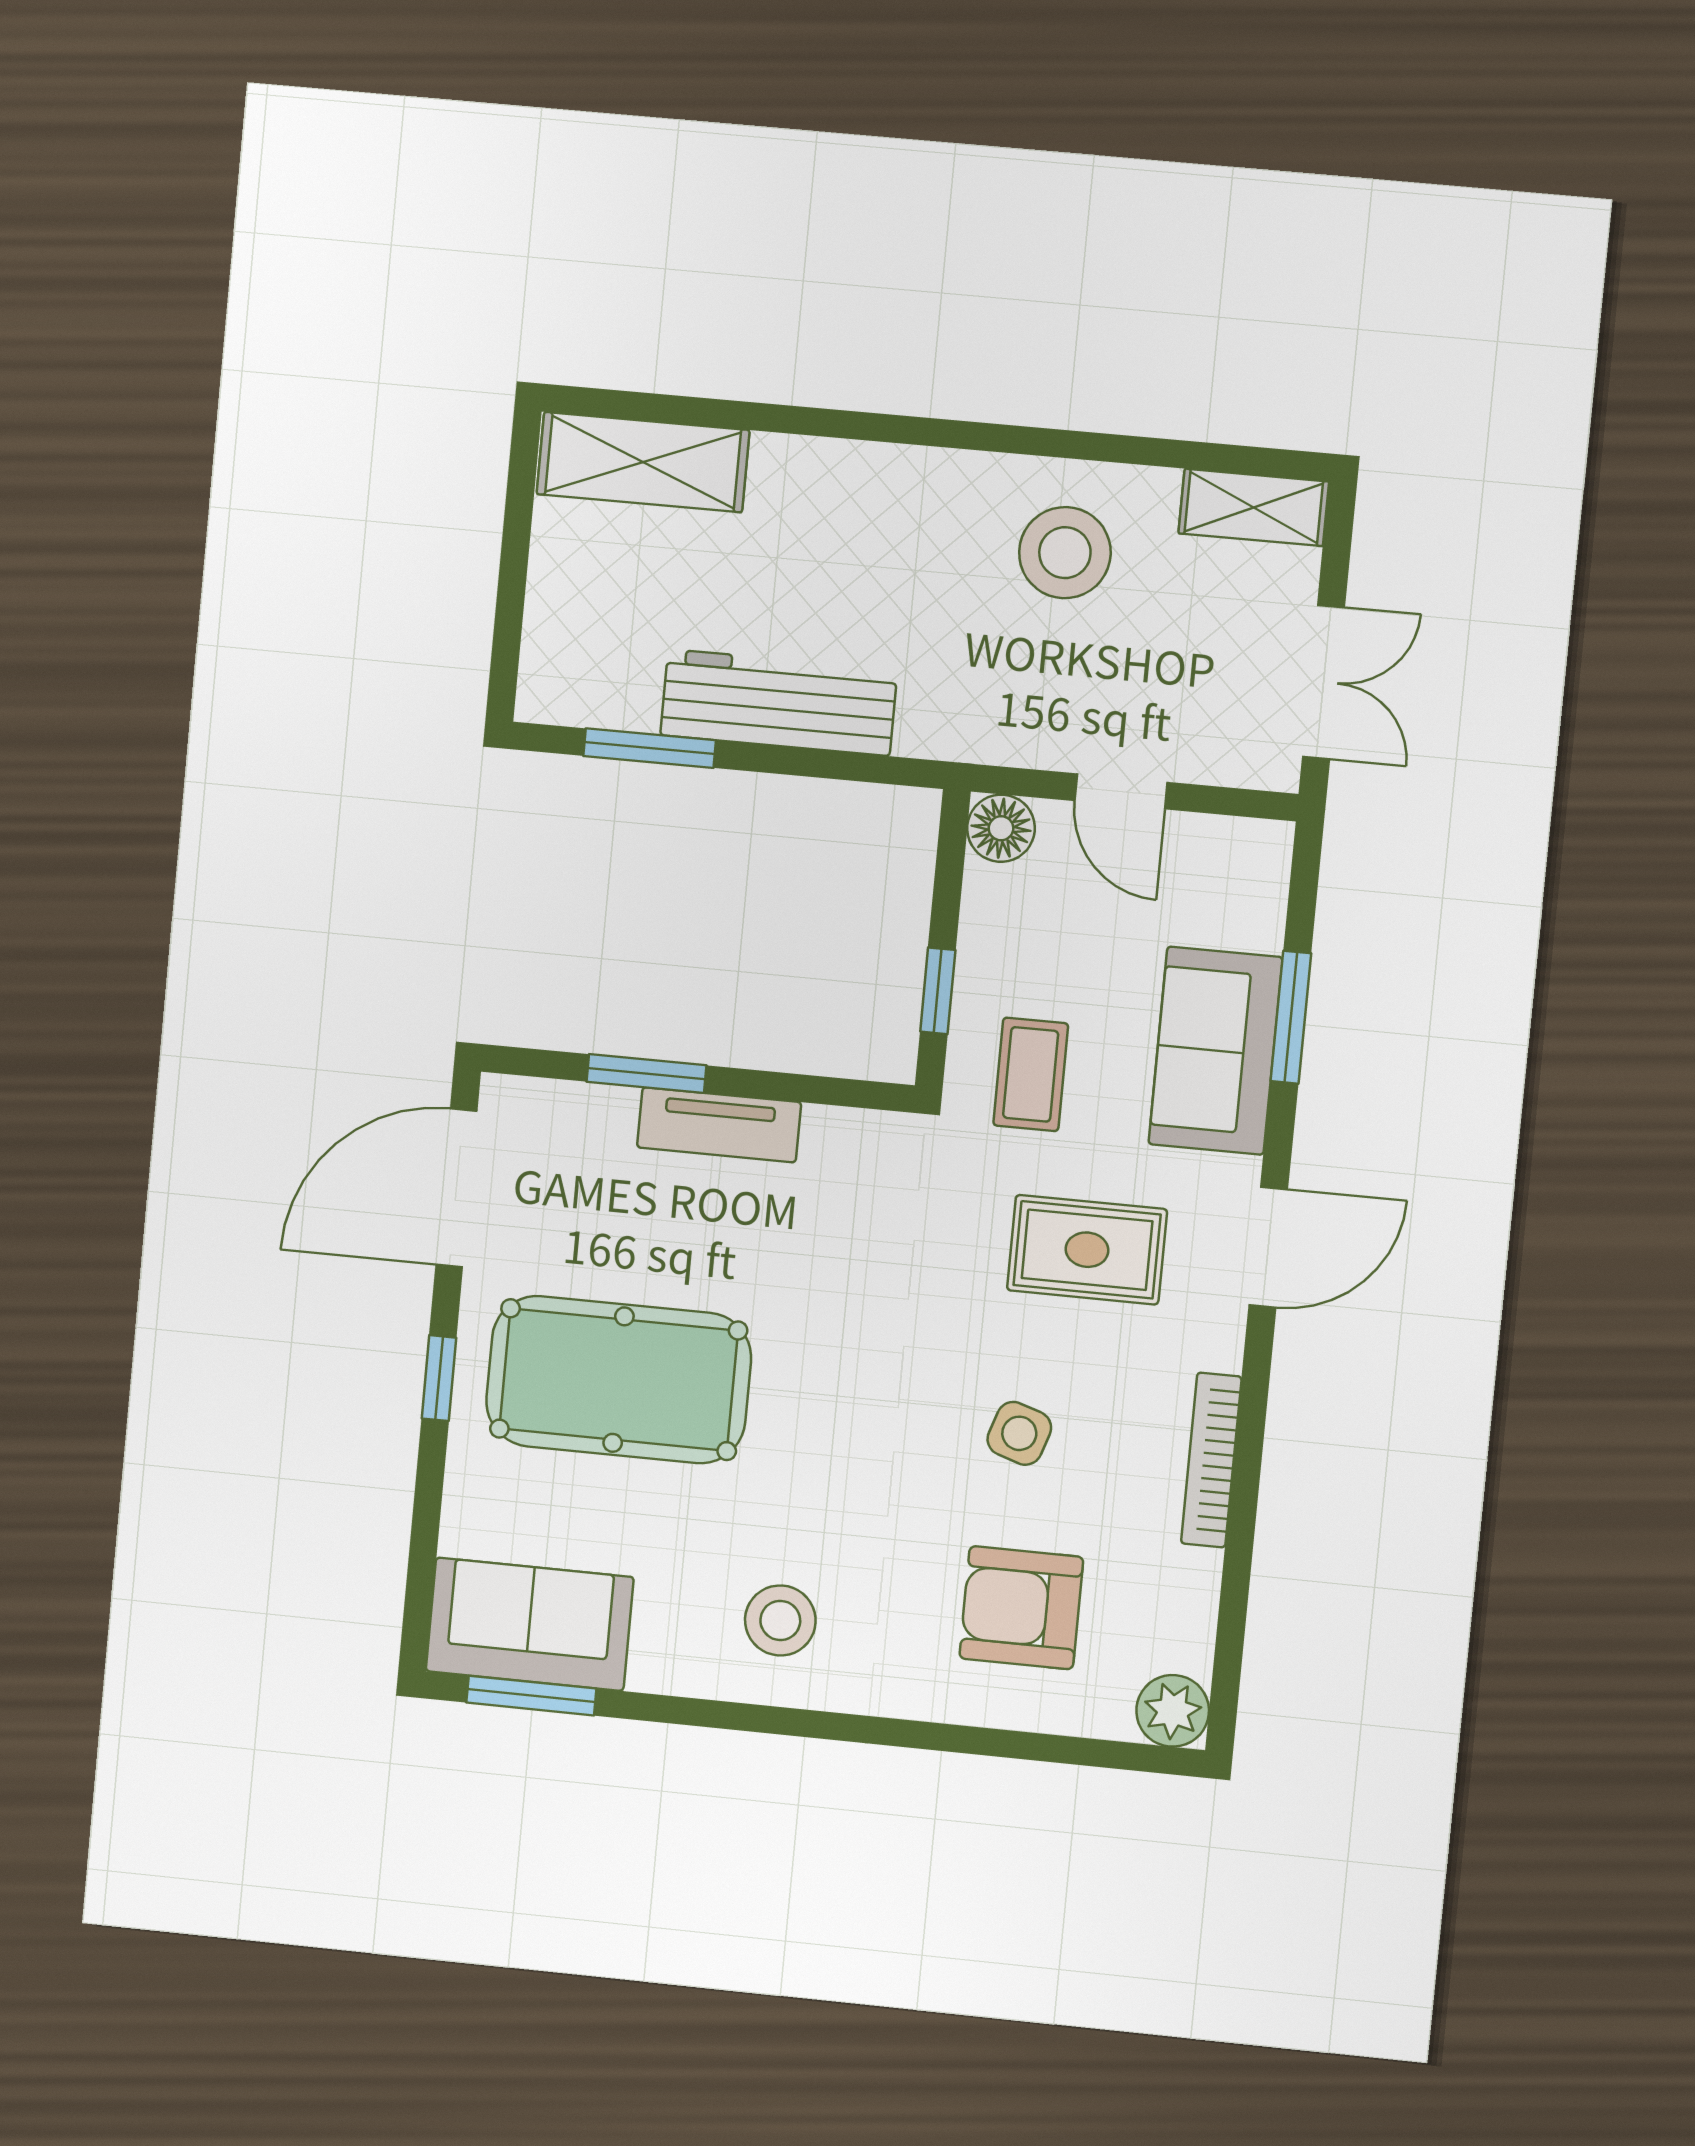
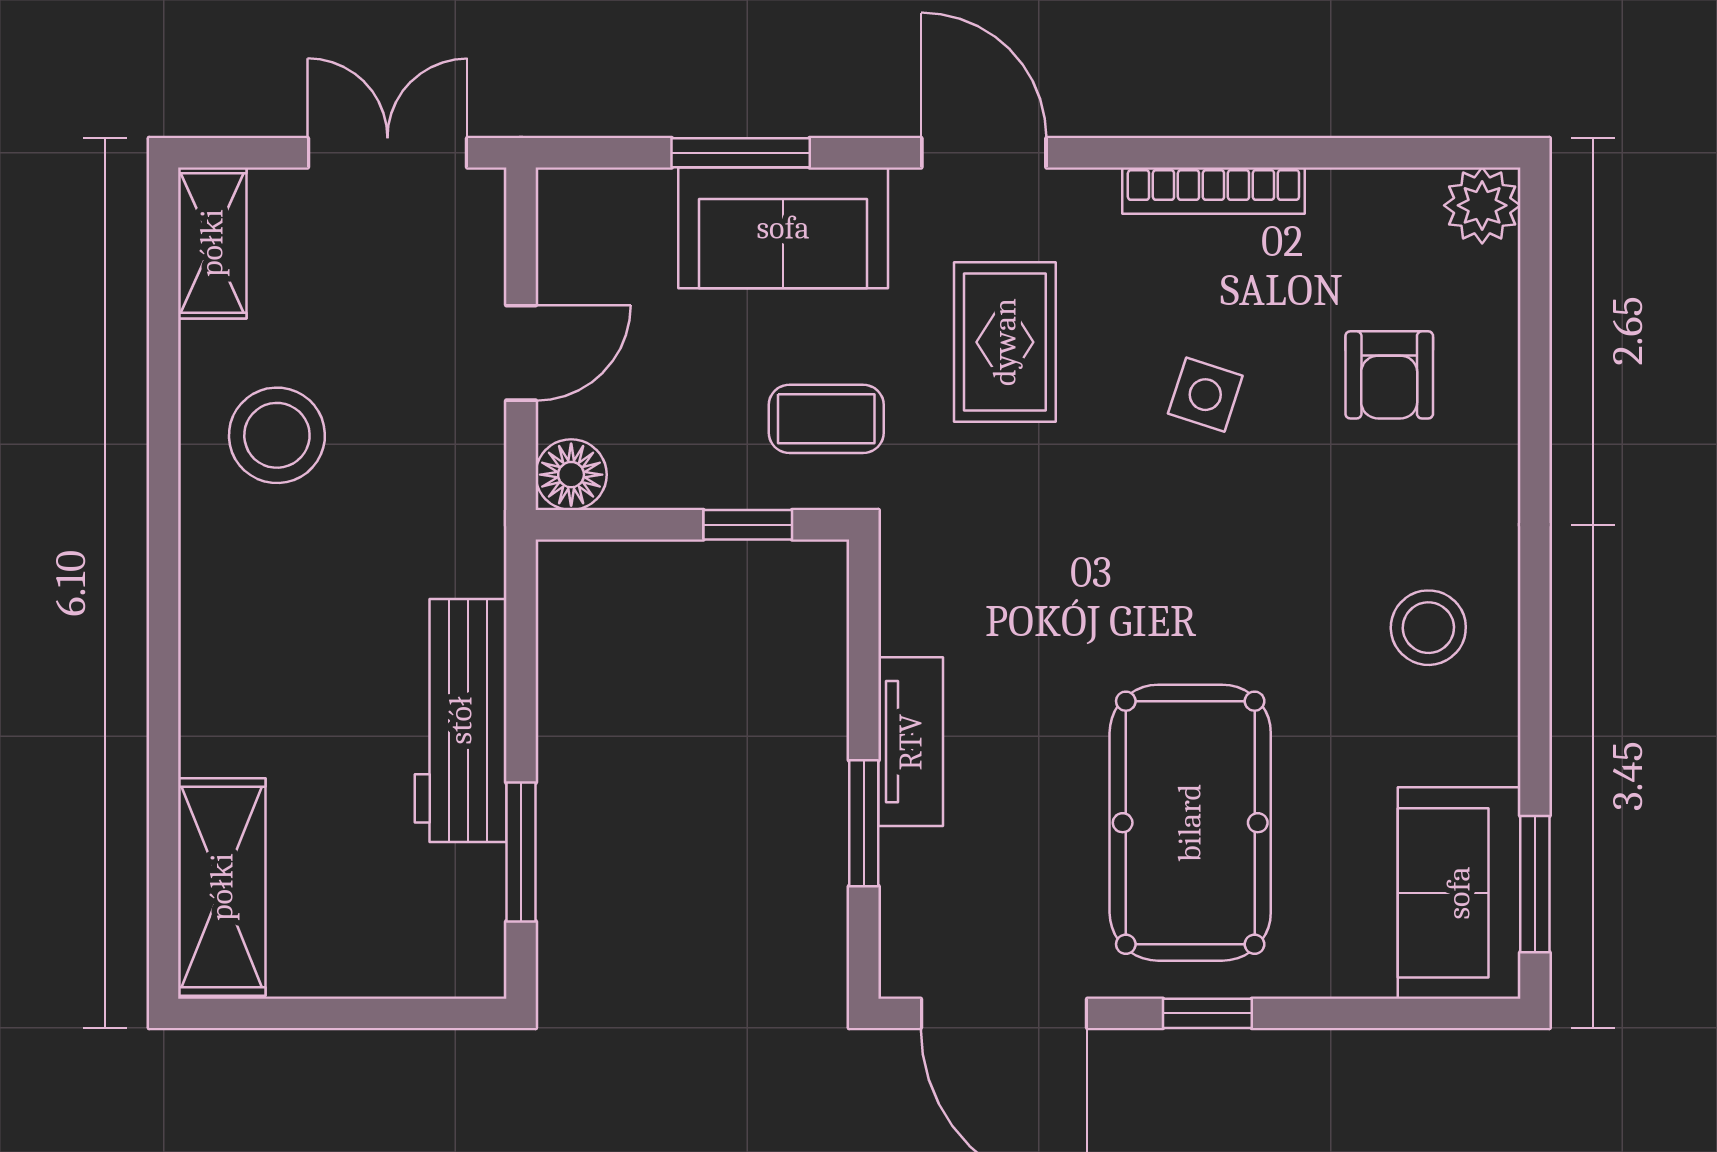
armchair: (1021, 1608) -> (1389, 375), width x0.72, depth x0.72

